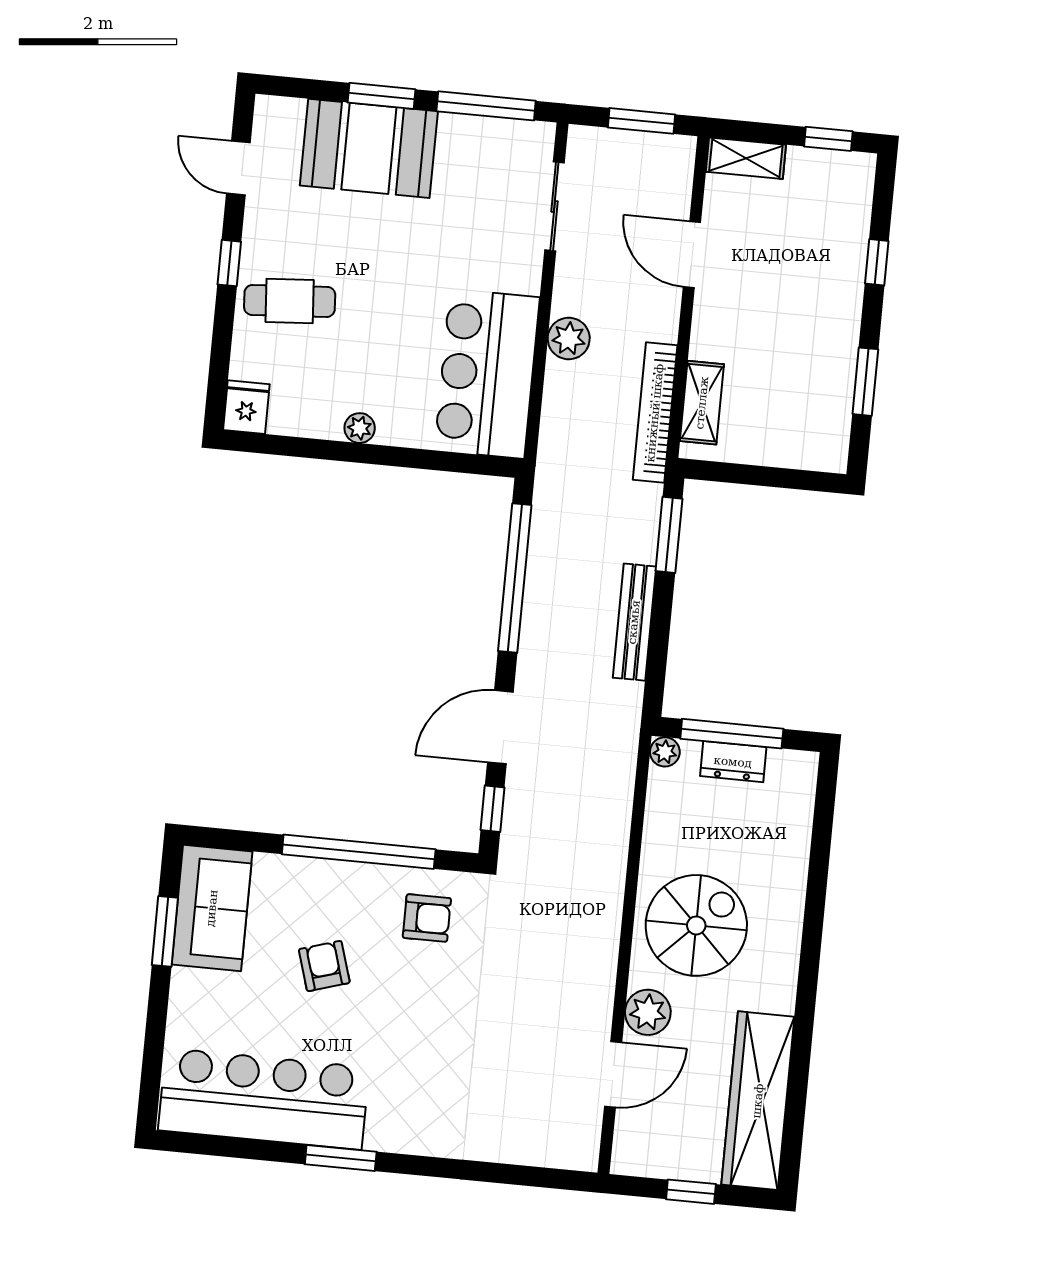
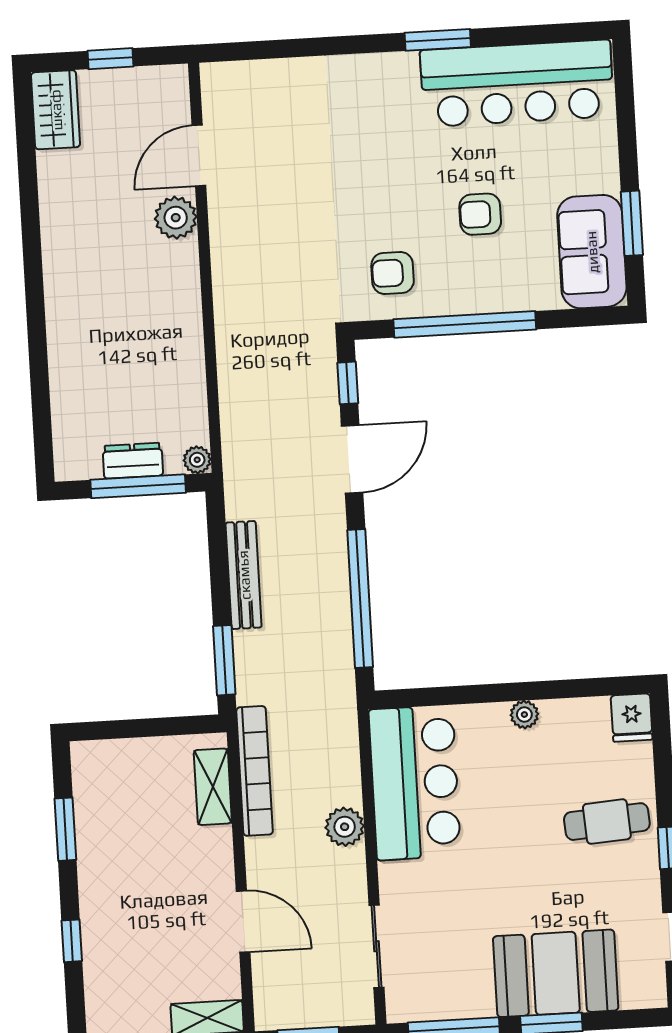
spiral stairs: (696, 925) -> (143, 305), removed
armchair: (324, 966) -> (480, 214), turned 107
wardrobe: (758, 1101) -> (56, 110), width x0.48, depth x0.85

